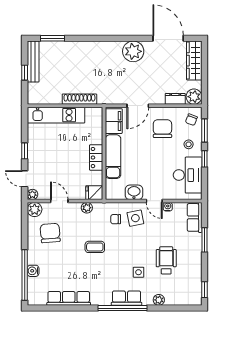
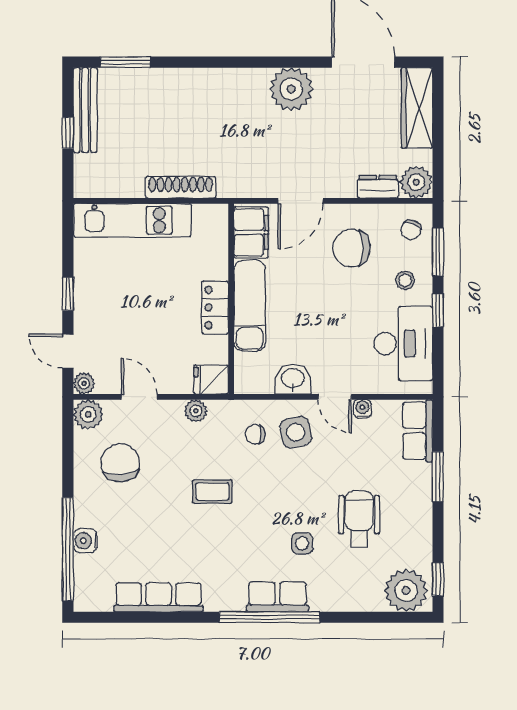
chair: (162, 129) -> (351, 248), turned -90
plant: (159, 300) -> (406, 591), moved, width x1.87, depth x1.87

